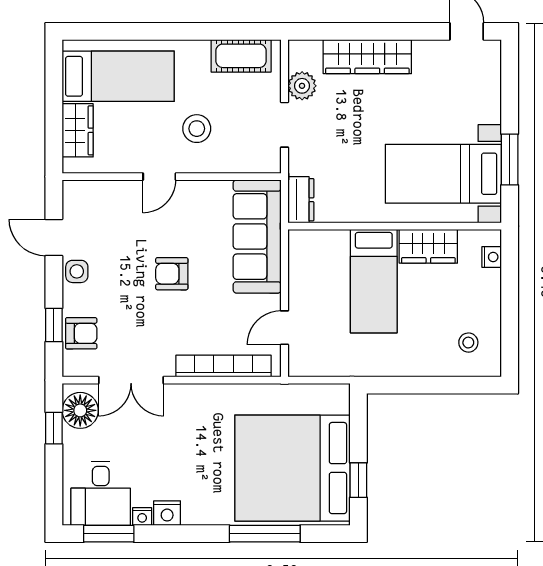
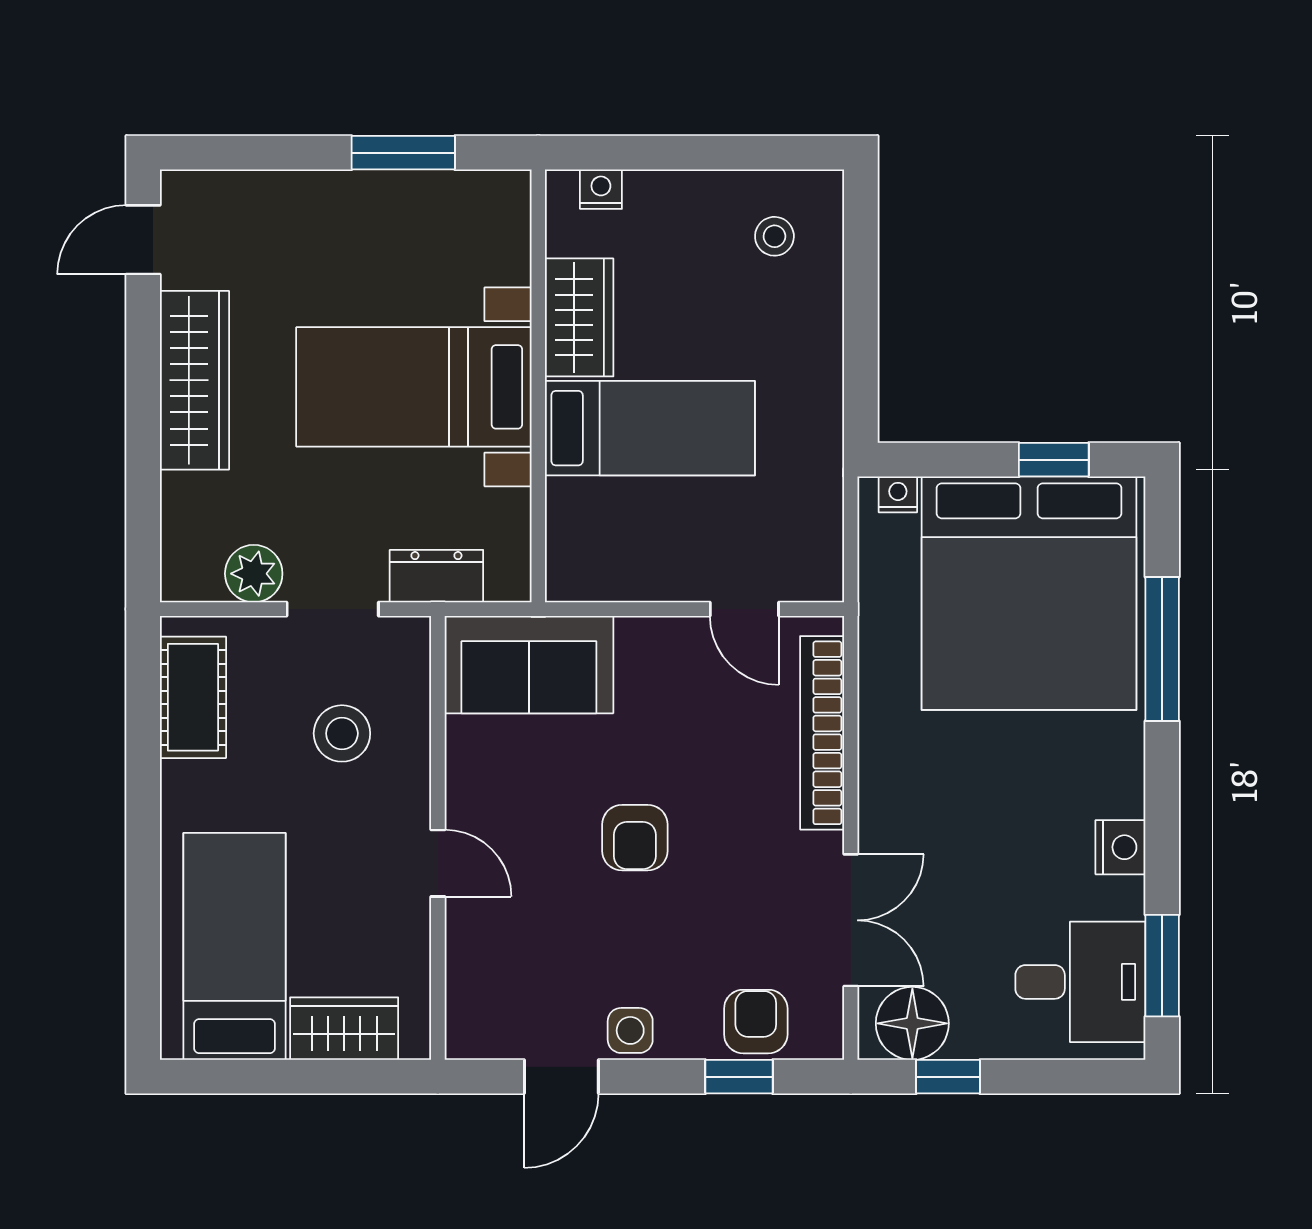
wardrobe: (367, 57) -> (194, 380), moved
stool: (197, 129) -> (342, 733), moved
bed with nightstands: (443, 174) -> (414, 387), moved, turned 90
dresser: (301, 200) -> (436, 576), moved
sofa: (257, 236) -> (529, 665), width x0.73
nightstand: (142, 516) -> (898, 494), moved, turned -90

